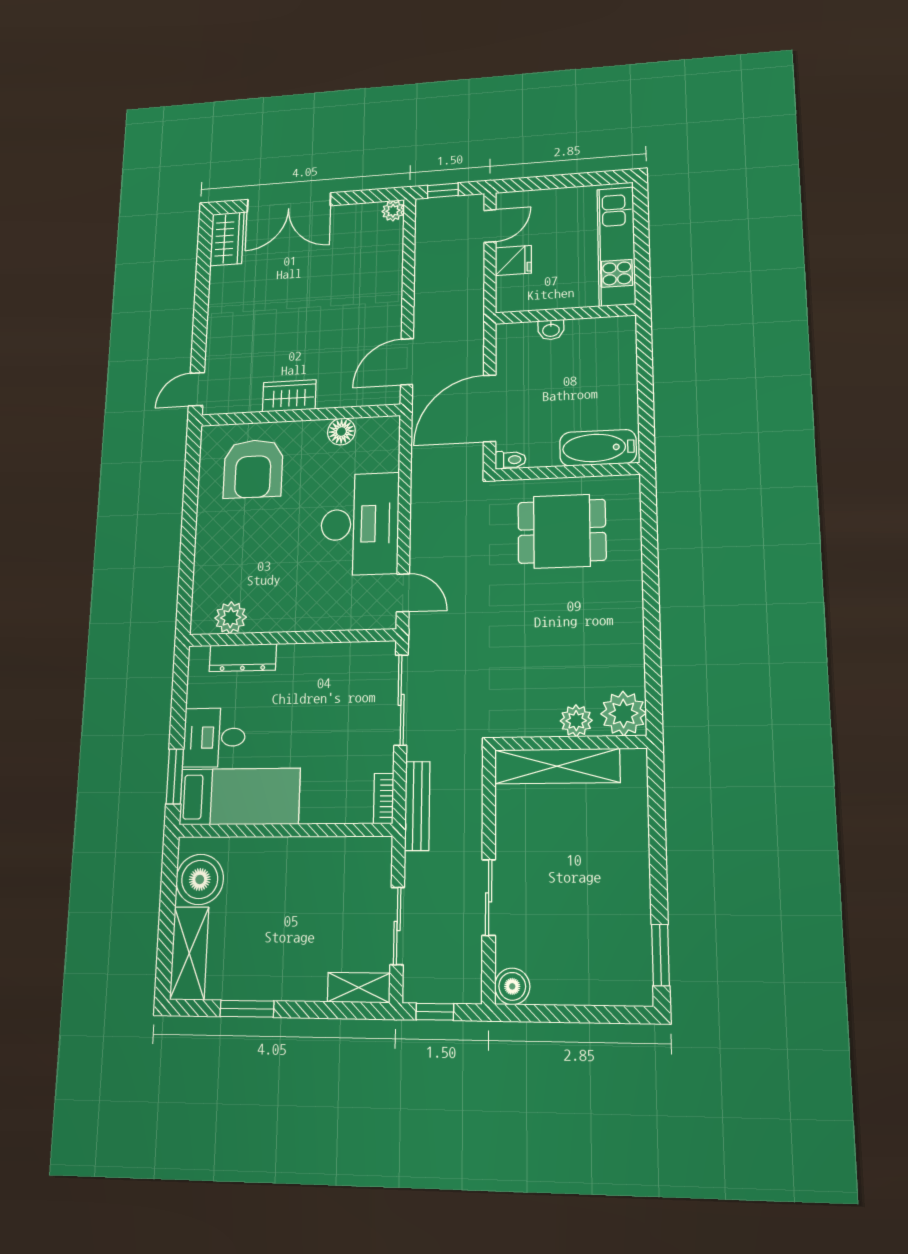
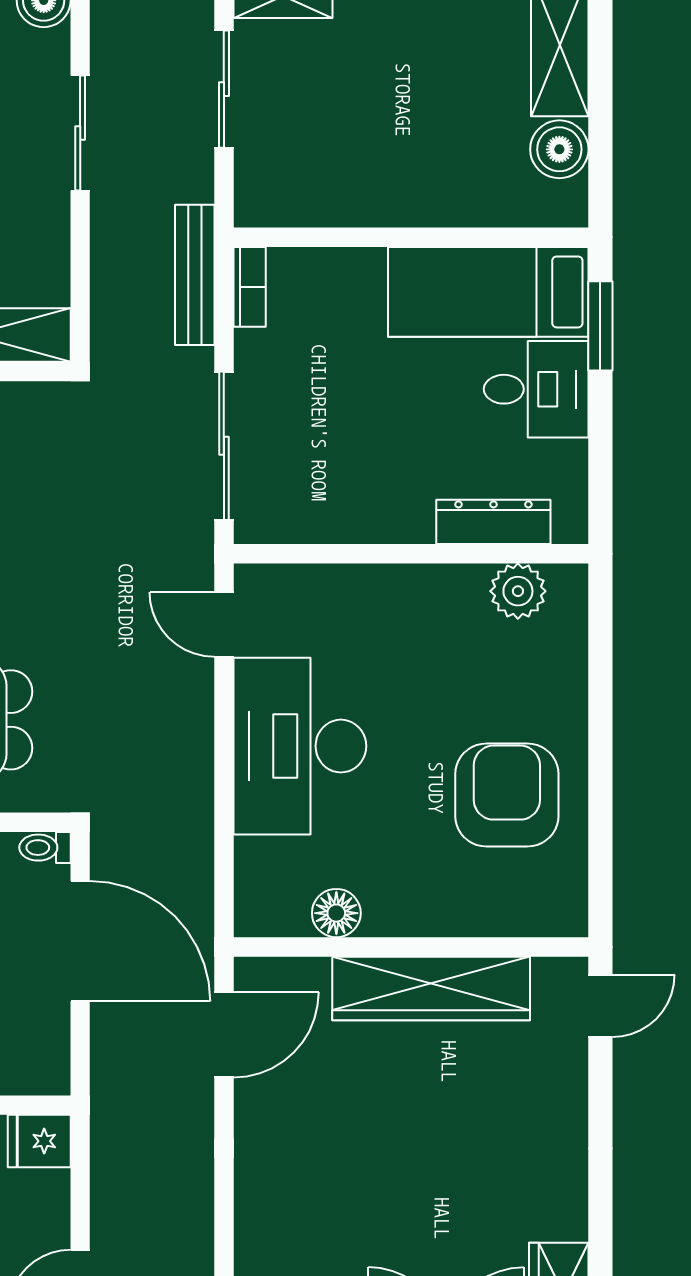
fridge: (513, 260) -> (39, 1141), moved
wardrobe: (289, 396) -> (431, 988), width x2.10, depth x1.17
door: (490, 408) -> (80, 941), hinge flipped
armchair: (253, 469) -> (507, 795), moved
boiler: (200, 879) -> (559, 149), width x0.73, depth x0.73

